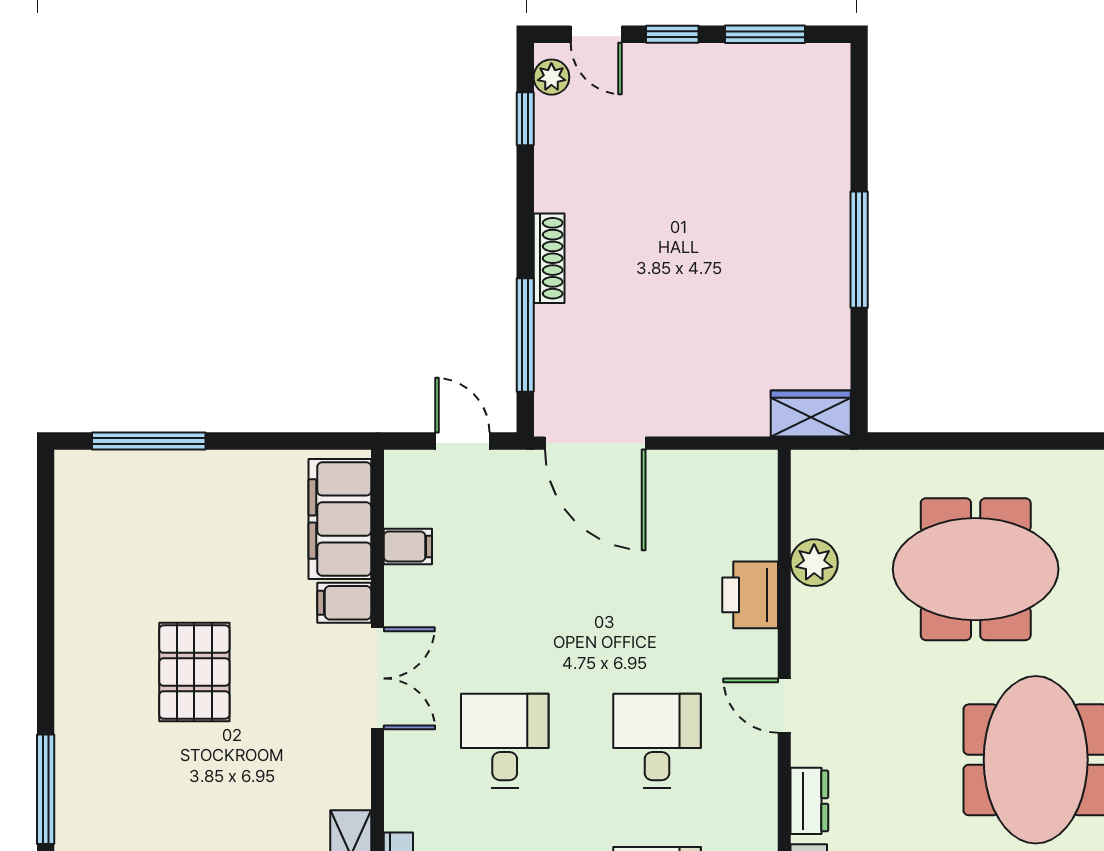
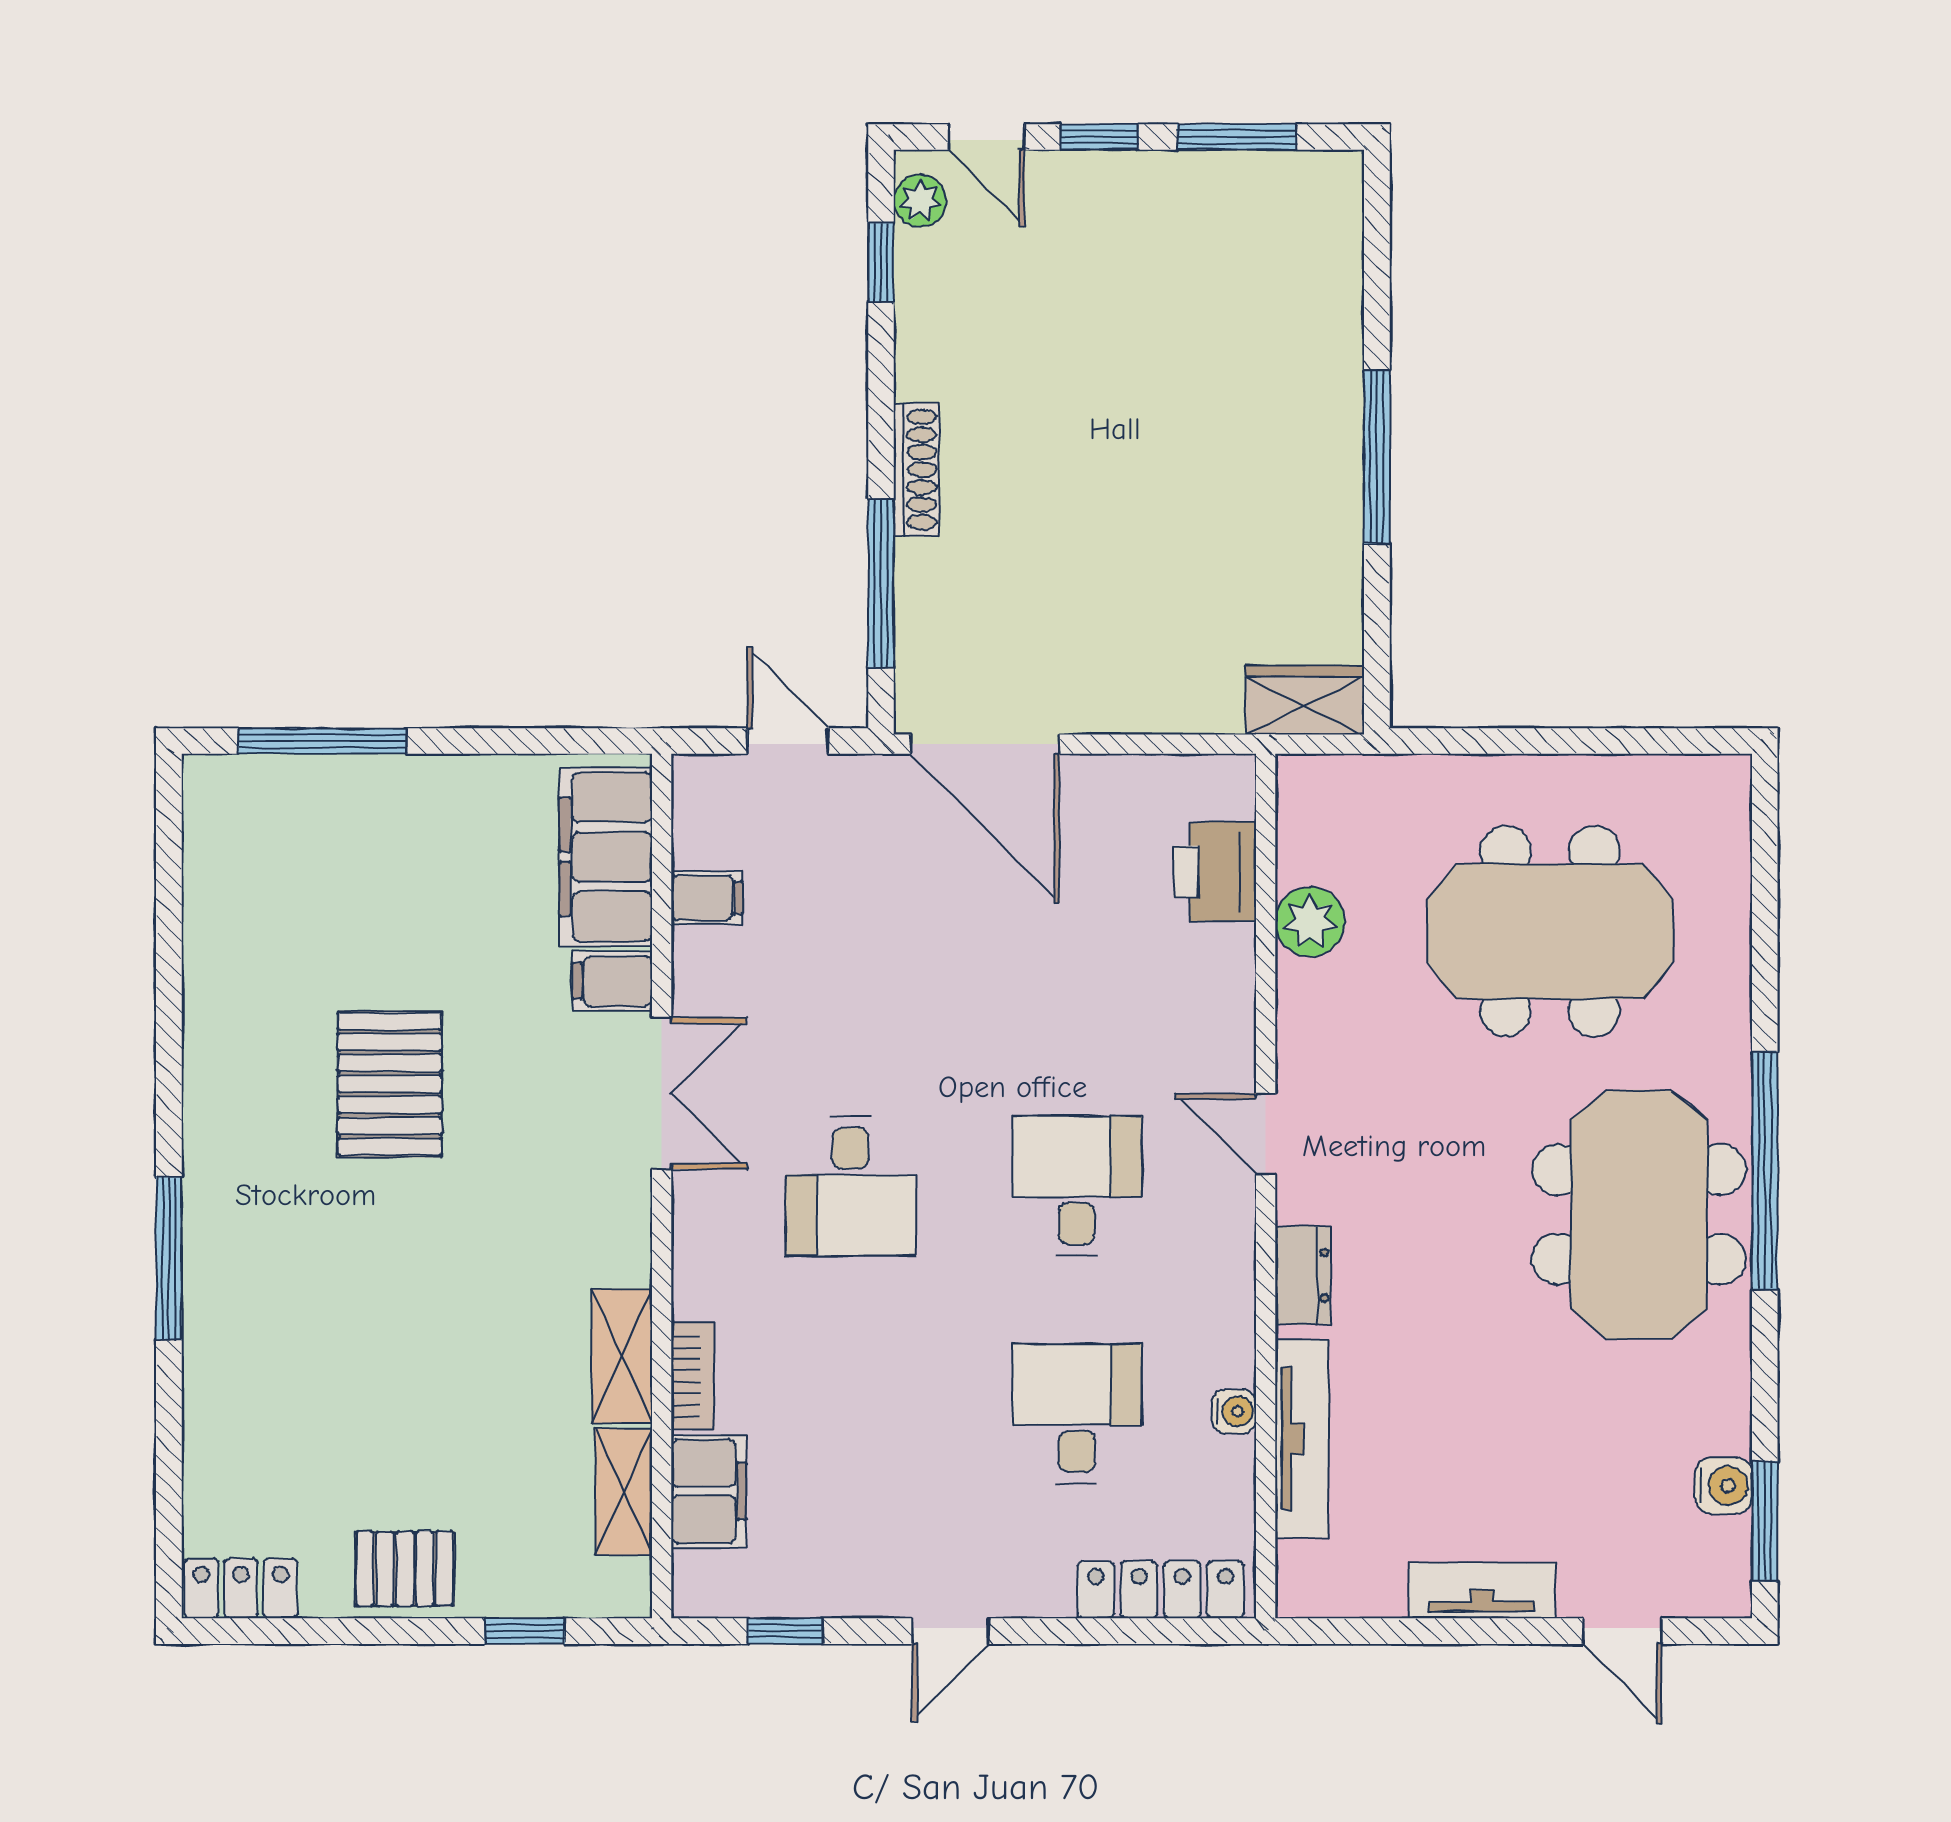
printer: (750, 595) -> (1215, 872), moved
desk: (505, 741) -> (851, 1186), turned 180

